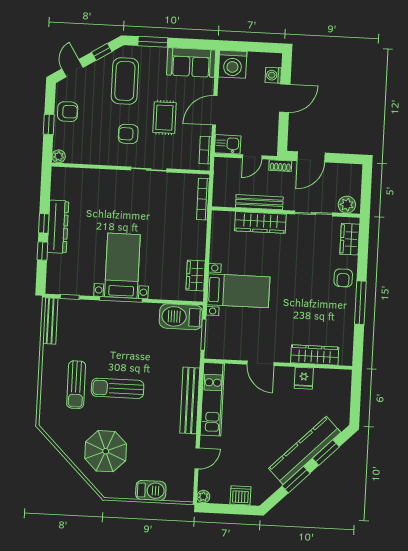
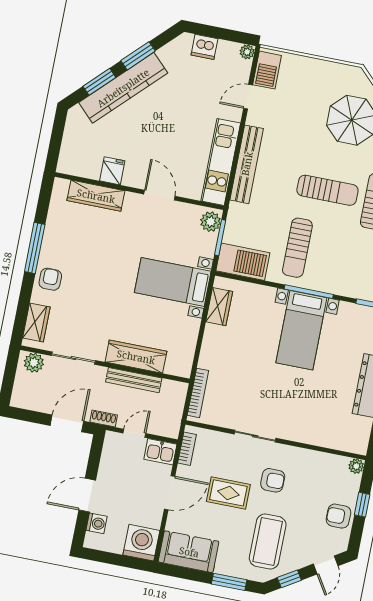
rug: (164, 118) -> (228, 493), turned 90
sun lounger: (136, 336) -> (297, 248), added
plant: (214, 347) -> (211, 222), added
barbecue: (151, 490) -> (267, 70), moved, turned -90

